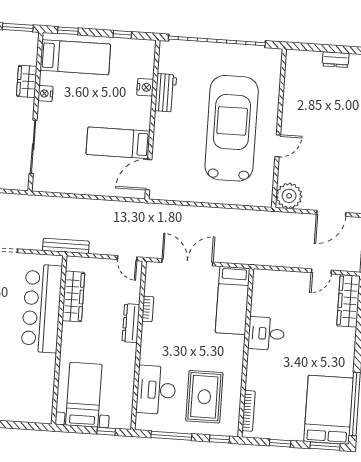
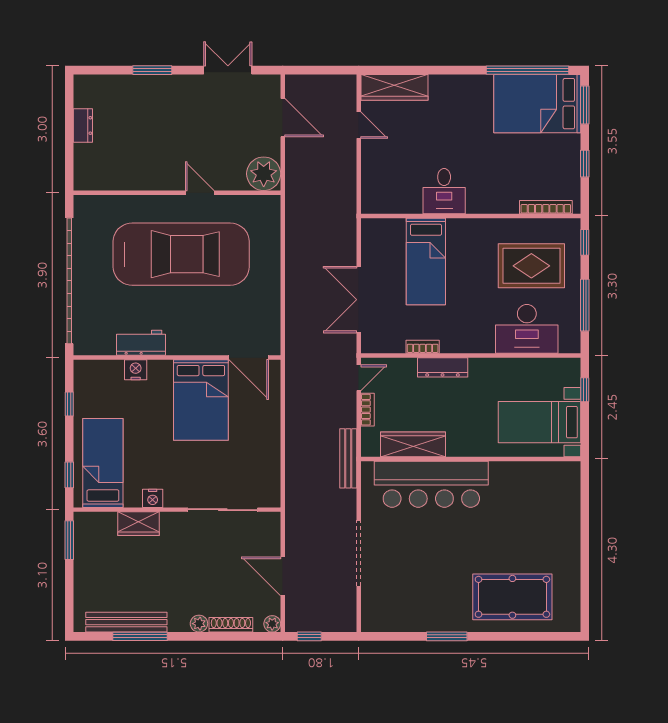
car: (232, 128) -> (181, 254), turned 180
bed: (118, 143) -> (201, 400), width x1.50
bookcase: (102, 263) -> (367, 410), added
bed: (233, 300) -> (426, 261), moved, turned 90

